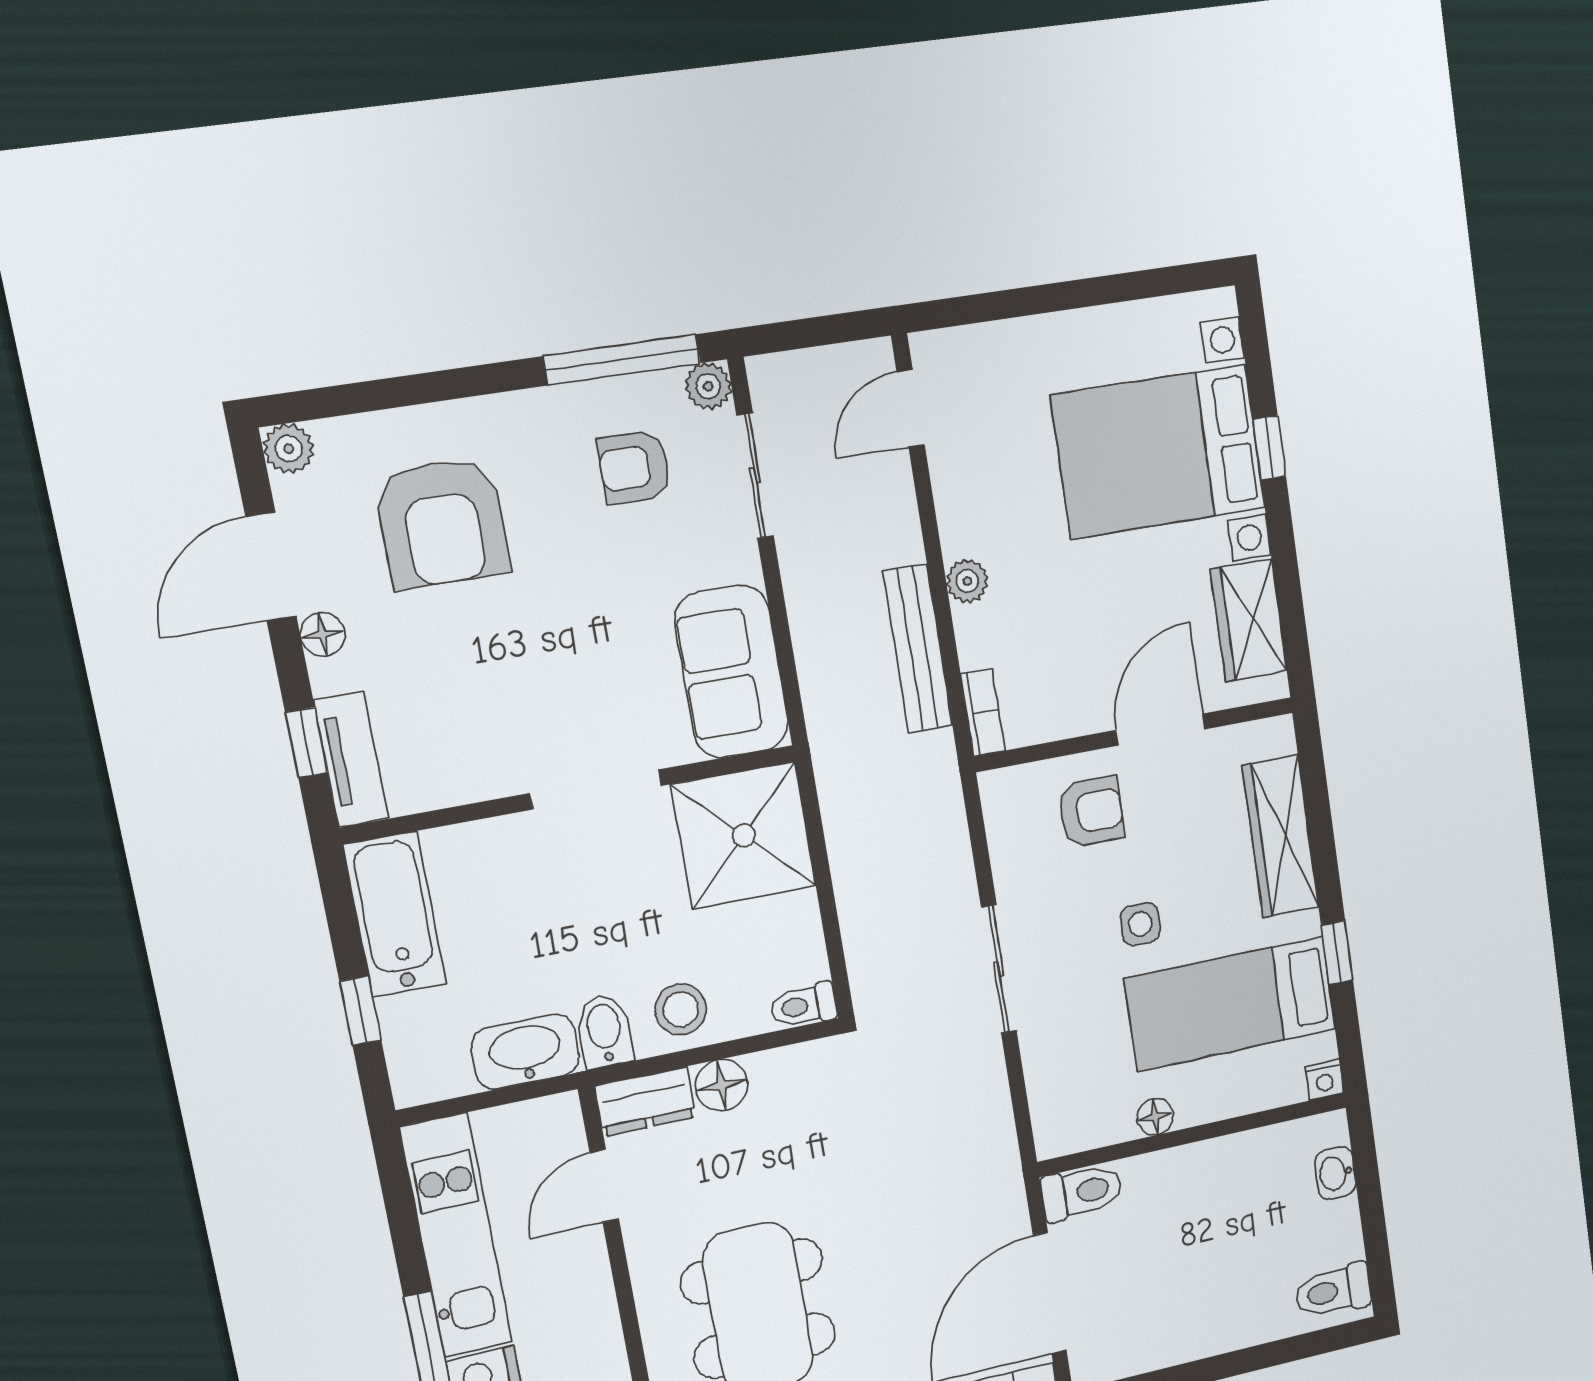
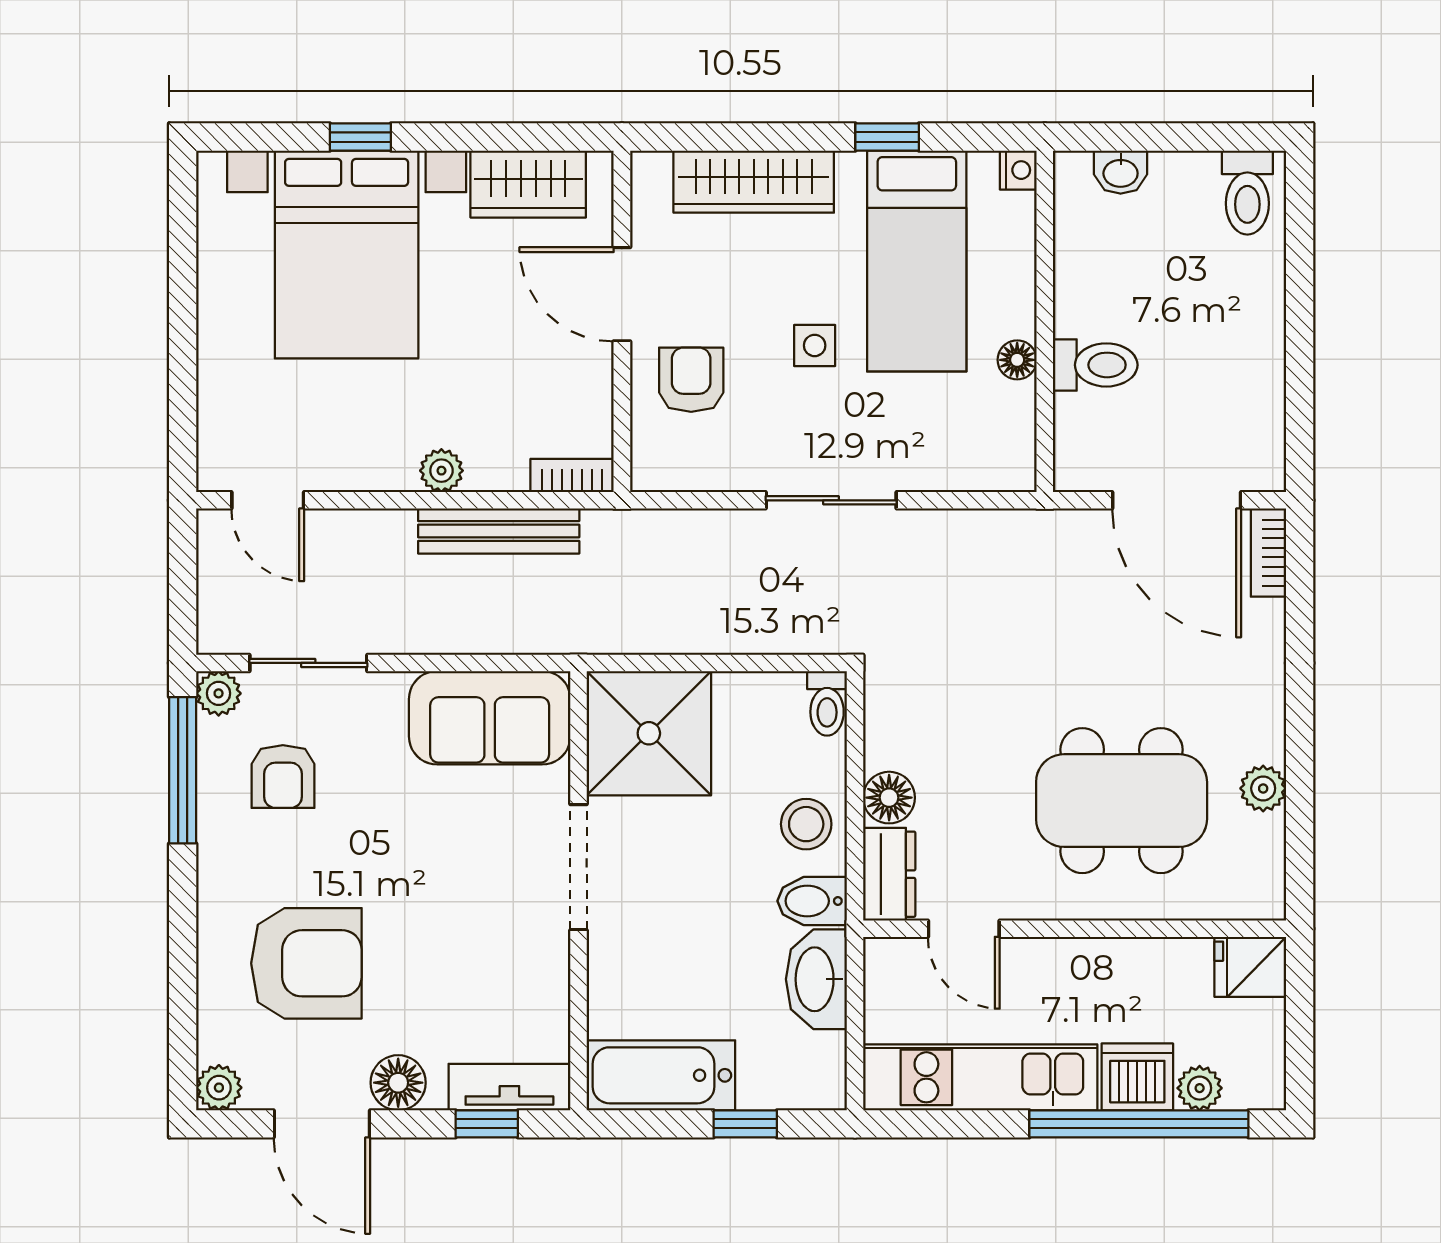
floor lamp: (323, 635) -> (398, 1083), width x1.37, depth x1.37
toilet: (1082, 1192) -> (1095, 365), moved, turned 90

